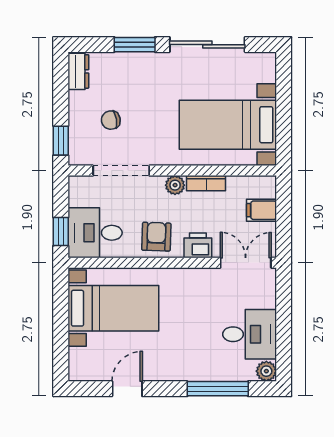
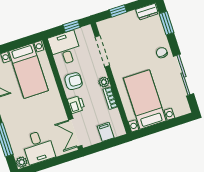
window: (135, 45) -> (167, 23), moved
chair: (111, 120) -> (162, 53), moved
window: (61, 141) -> (118, 11), moved
window: (61, 232) -> (72, 26), moved
double door: (246, 263) -> (75, 133), swing flipped

